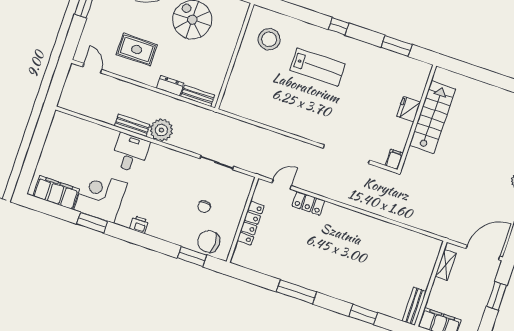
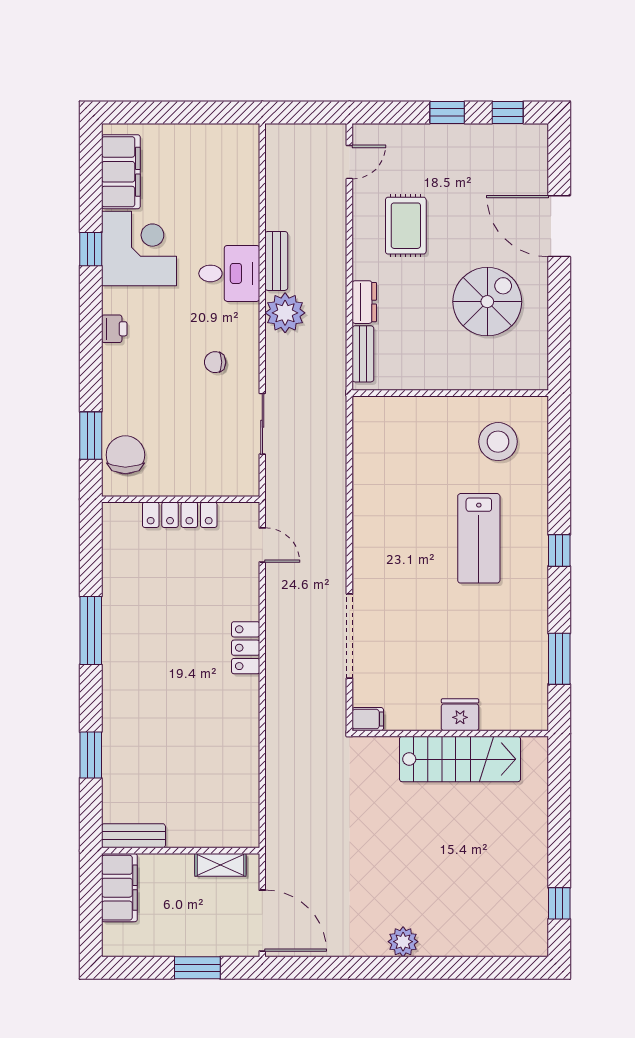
locker: (308, 203) -> (246, 648), moved
chair: (204, 207) -> (215, 362), moved
window: (92, 223) -> (91, 249), width x0.67

